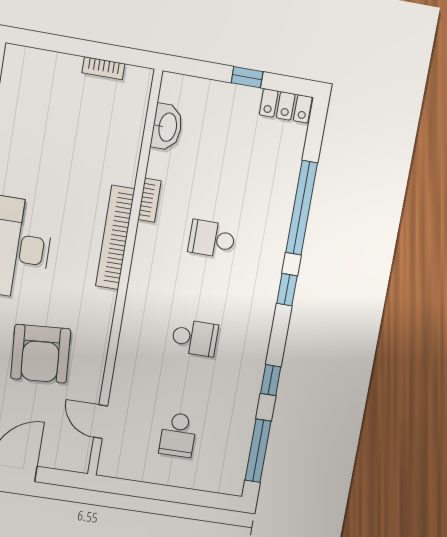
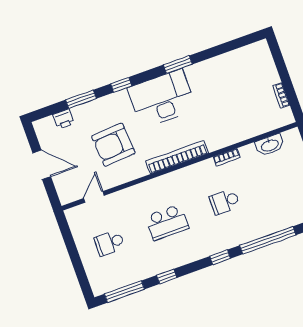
bookcase: (115, 237) -> (177, 157), moved
school desk: (212, 239) -> (225, 202), turned -90
school desk: (195, 338) -> (167, 222), width x1.85

